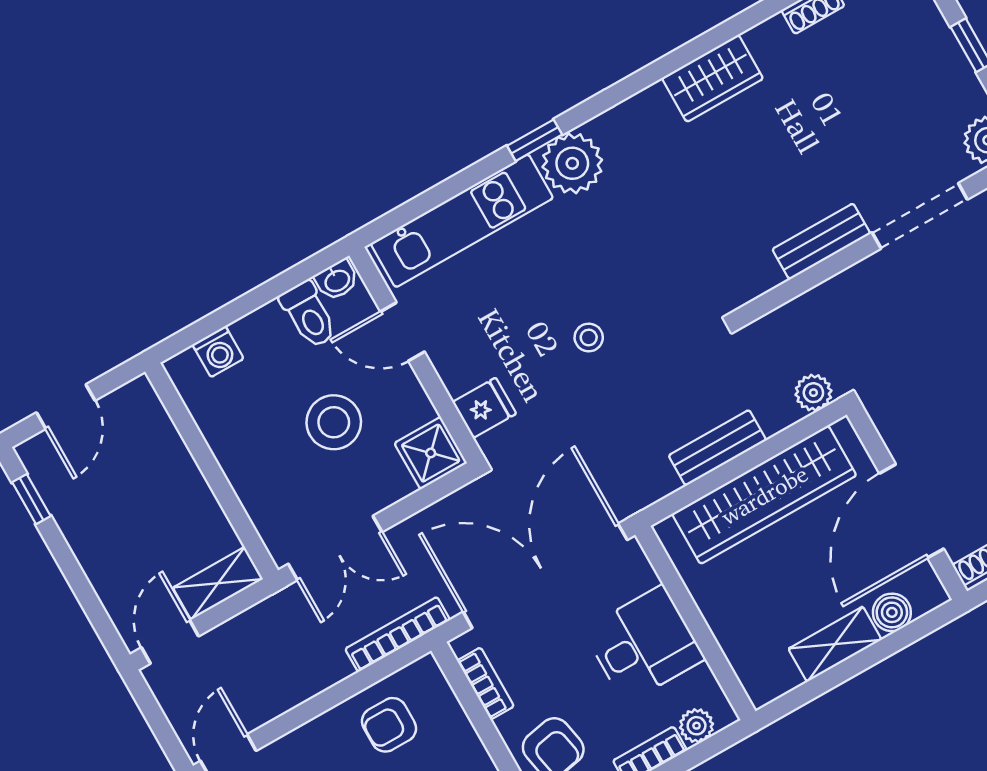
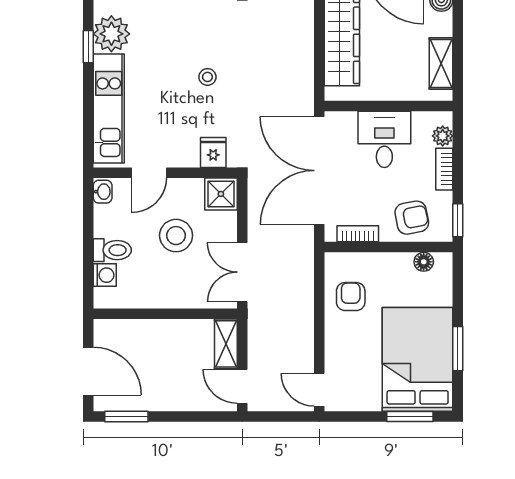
toilet: (309, 315) -> (112, 250), moved
door: (66, 407) -> (88, 371), width x1.38
bench: (717, 448) -> (303, 42), removed
window: (31, 499) -> (126, 417), width x1.50
double door: (335, 548) -> (242, 272), swing flipped
bookcase: (398, 634) -> (306, 265), removed
shelving: (835, 644) -> (441, 64), moved
armchair: (389, 725) -> (351, 297), turned 180

